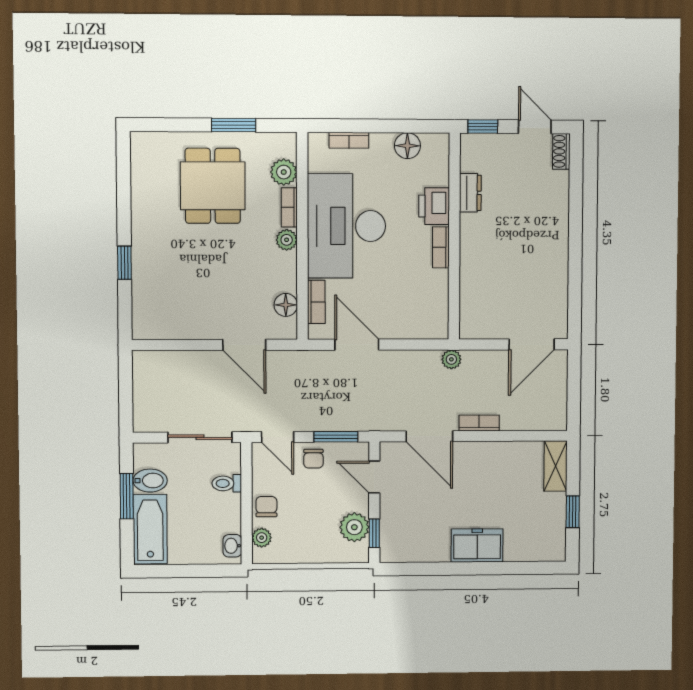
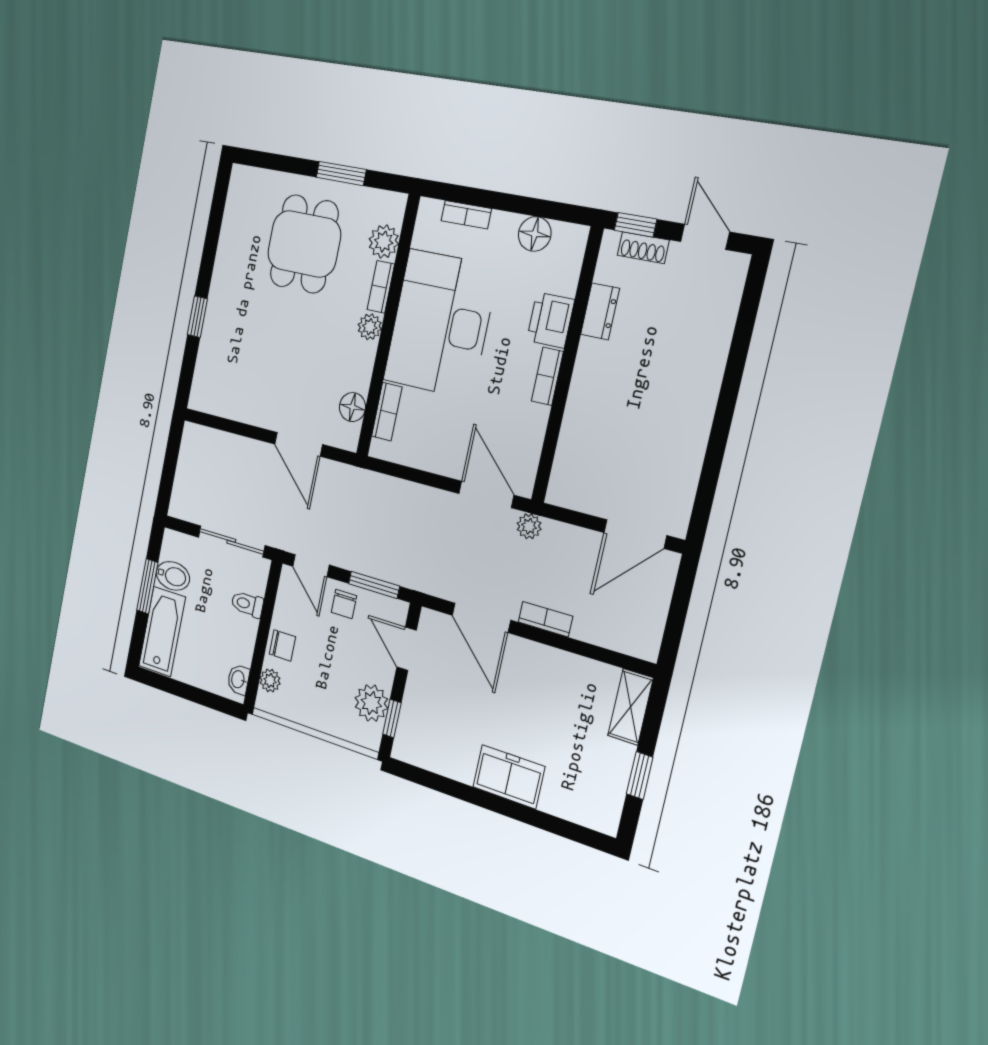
shoe rack: (561, 151) -> (643, 248), moved, turned -90
door: (357, 345) -> (486, 494), moved
chair: (266, 507) -> (282, 645), turned 90

